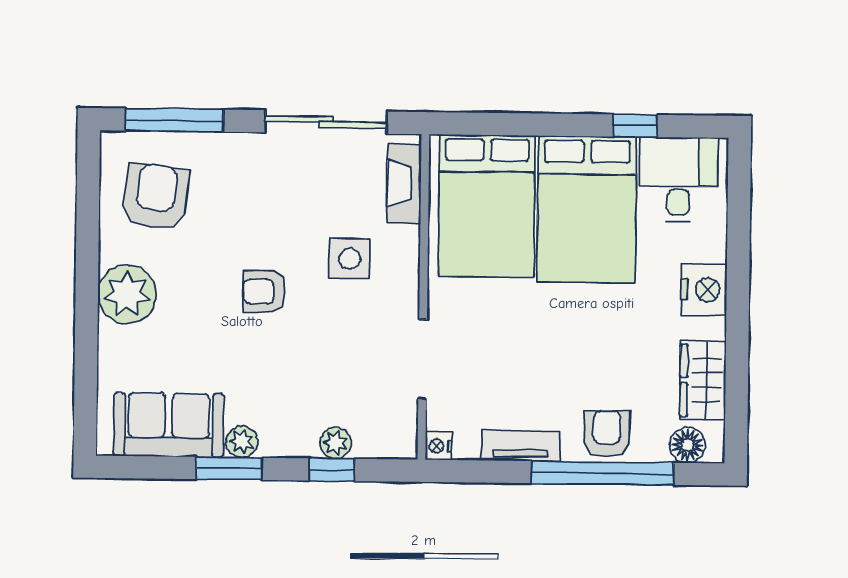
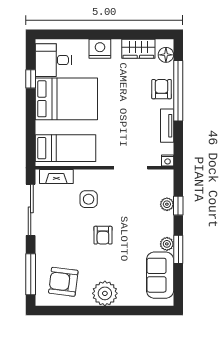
bed: (487, 206) -> (66, 148), width x0.67
armchair: (607, 434) -> (162, 89), turned 90

